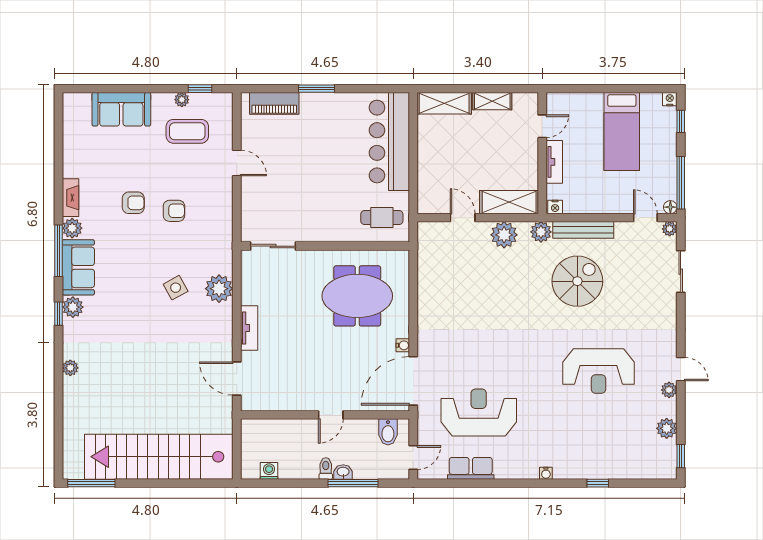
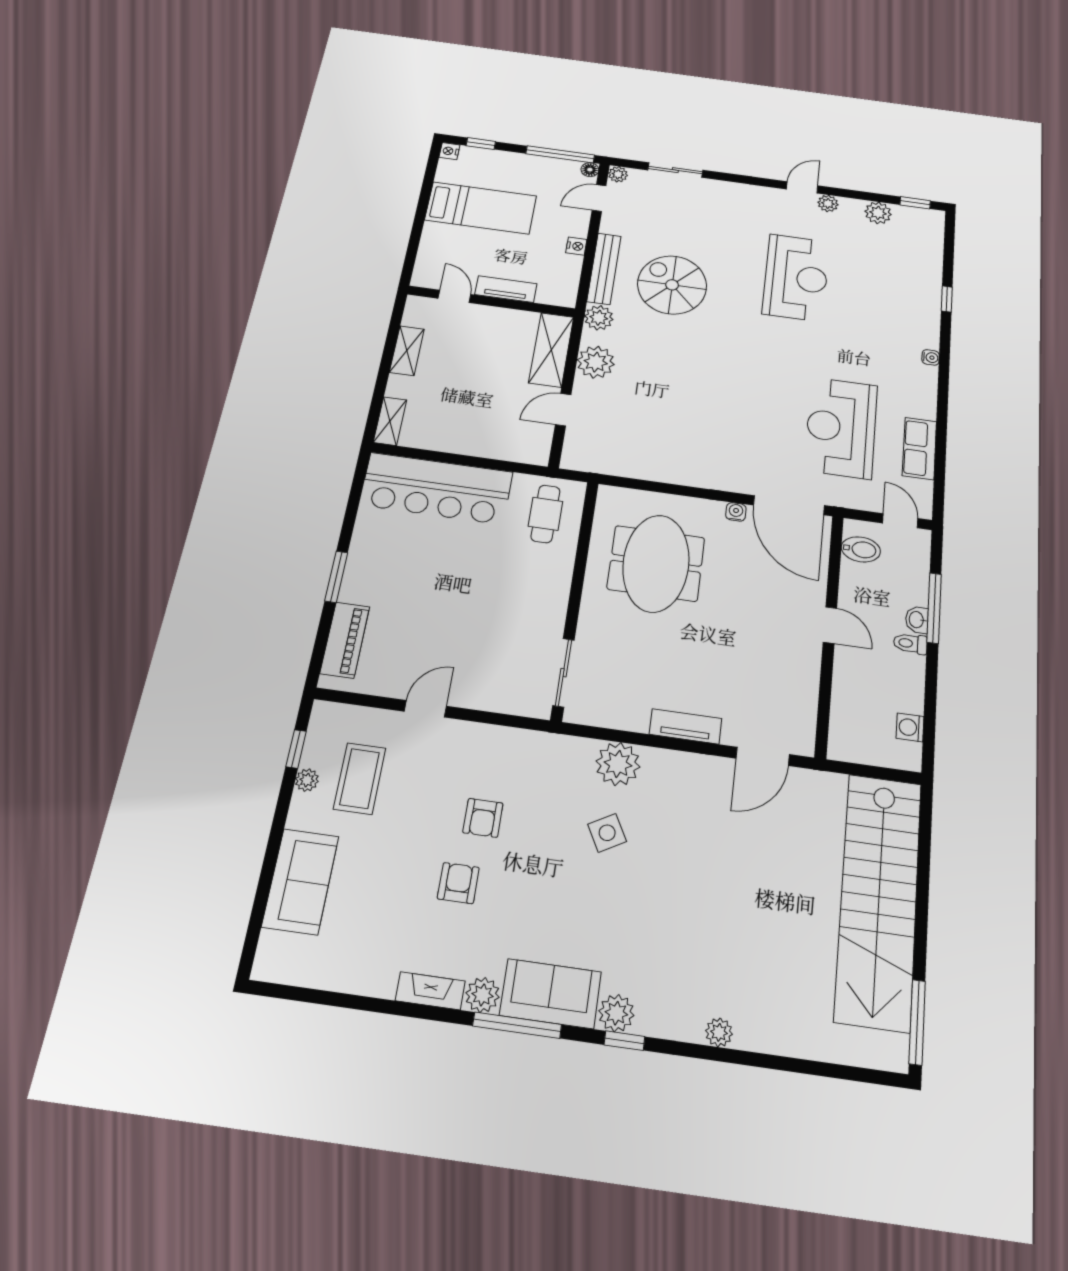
shelving: (444, 103) -> (390, 421), width x0.67, depth x0.75
nightstand: (555, 207) -> (576, 246), moved
armchair: (174, 211) -> (483, 818), turned 180

